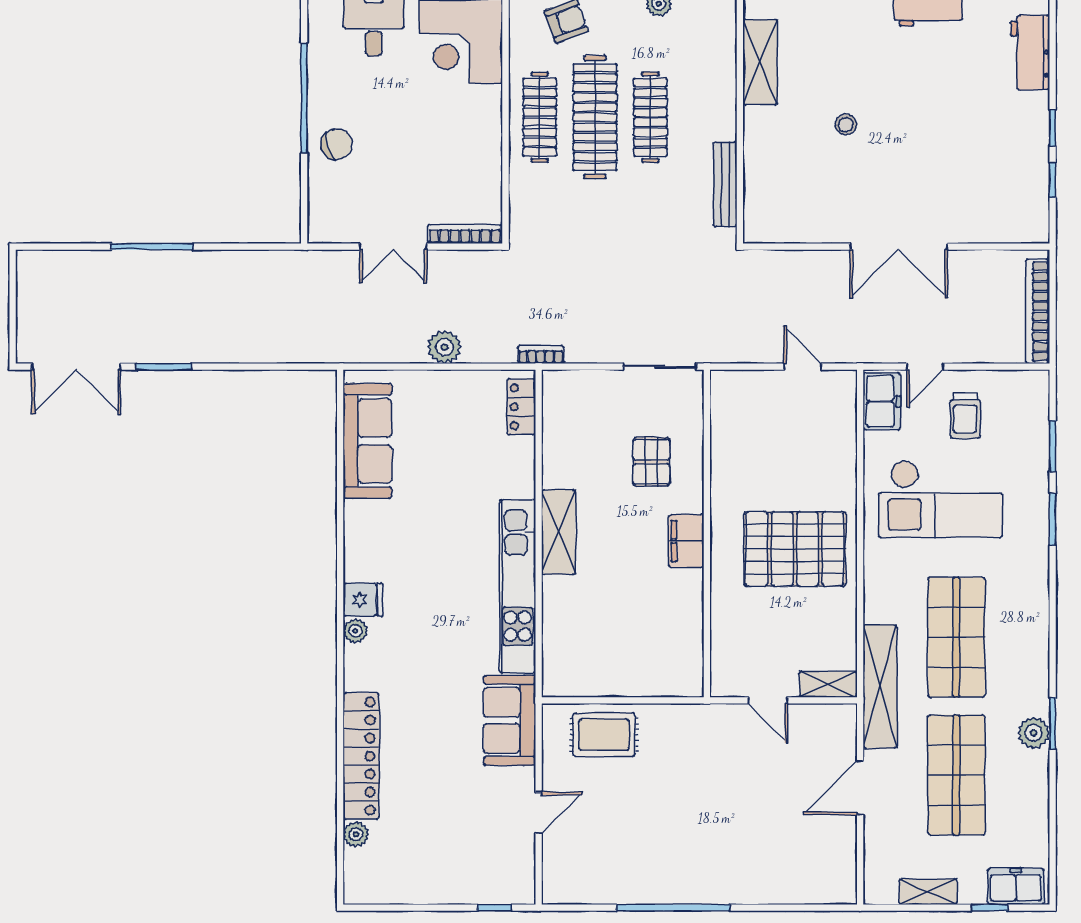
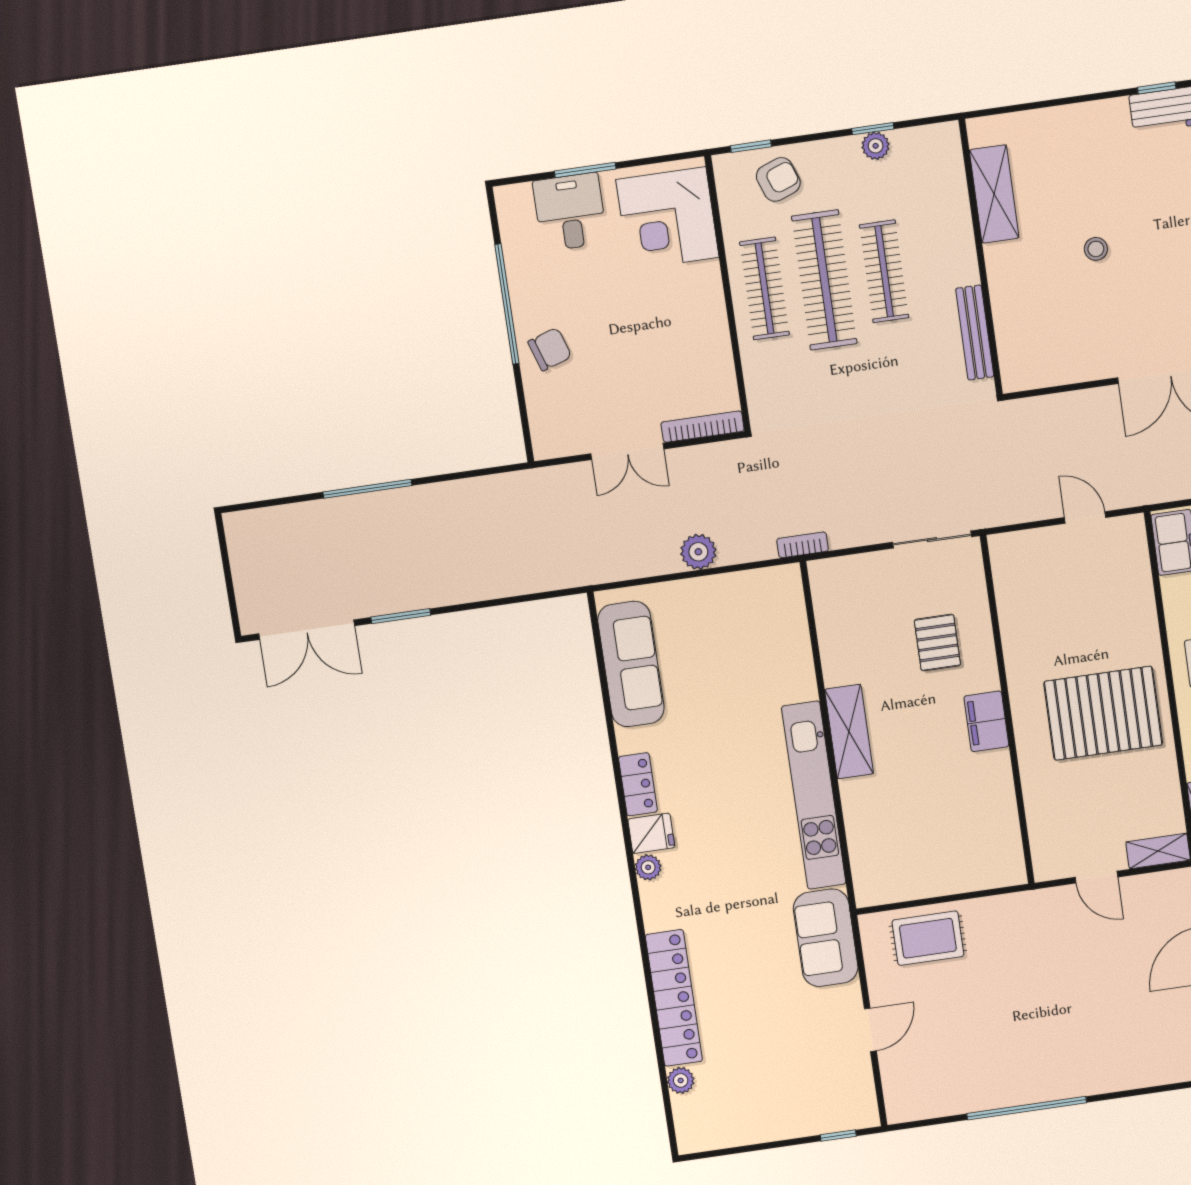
locker: (521, 407) -> (638, 784), moved, turned 180

